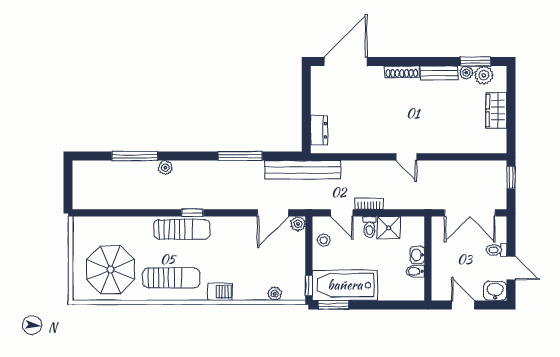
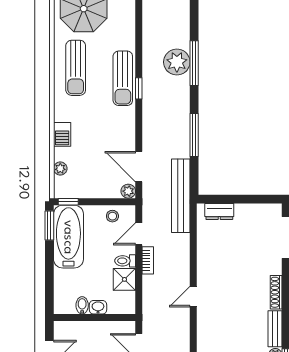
window: (135, 156) -> (194, 63), moved
plant: (165, 168) -> (177, 62), width x1.87, depth x1.87
barbecue: (220, 292) -> (62, 134), moved

